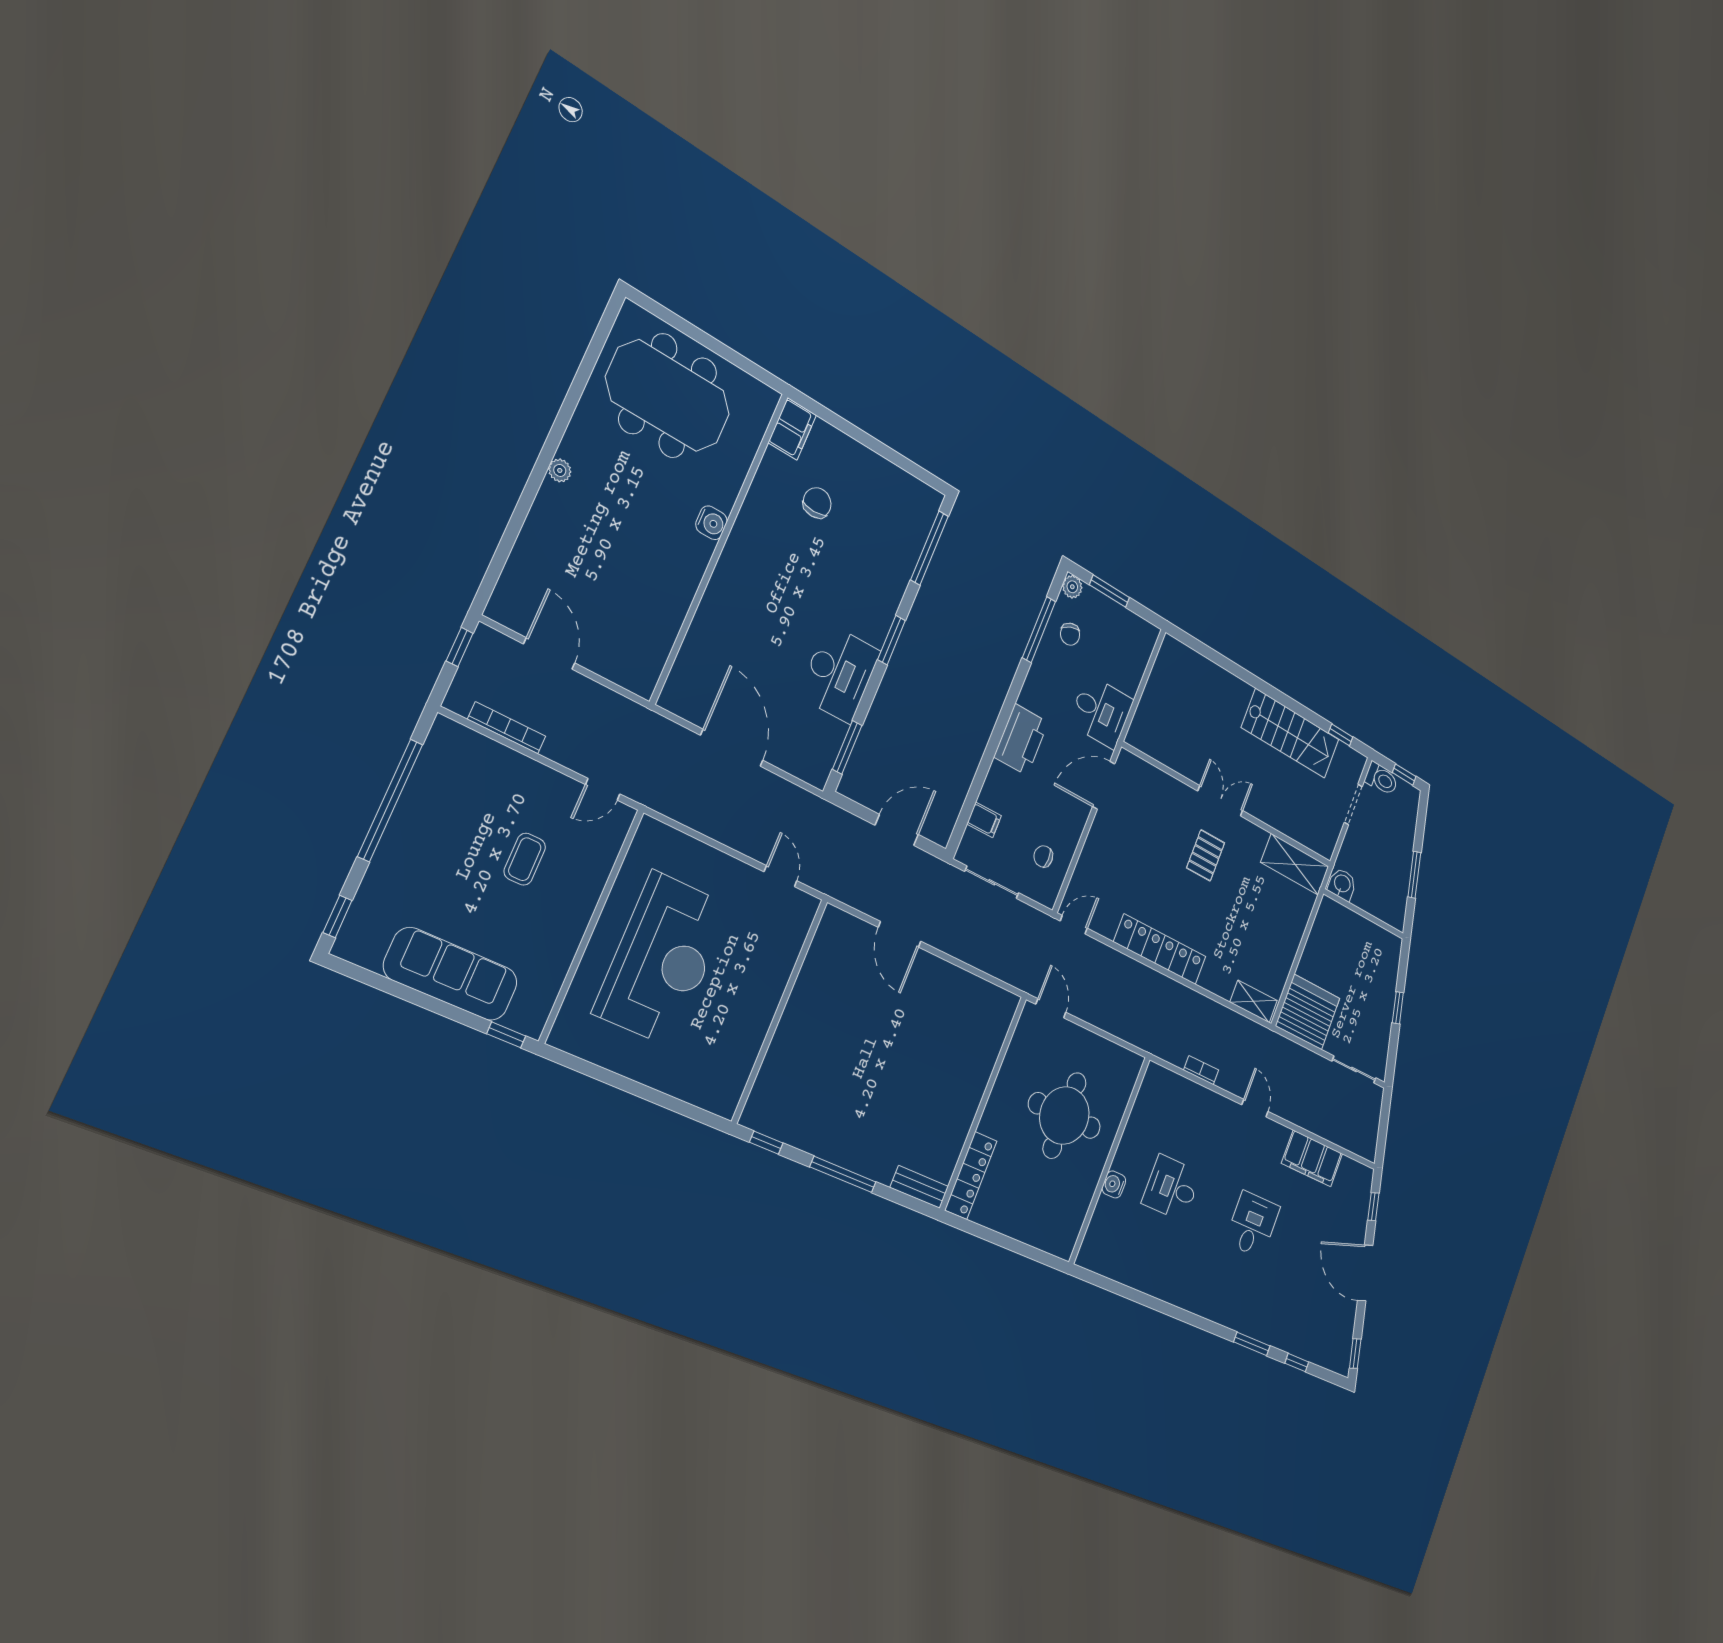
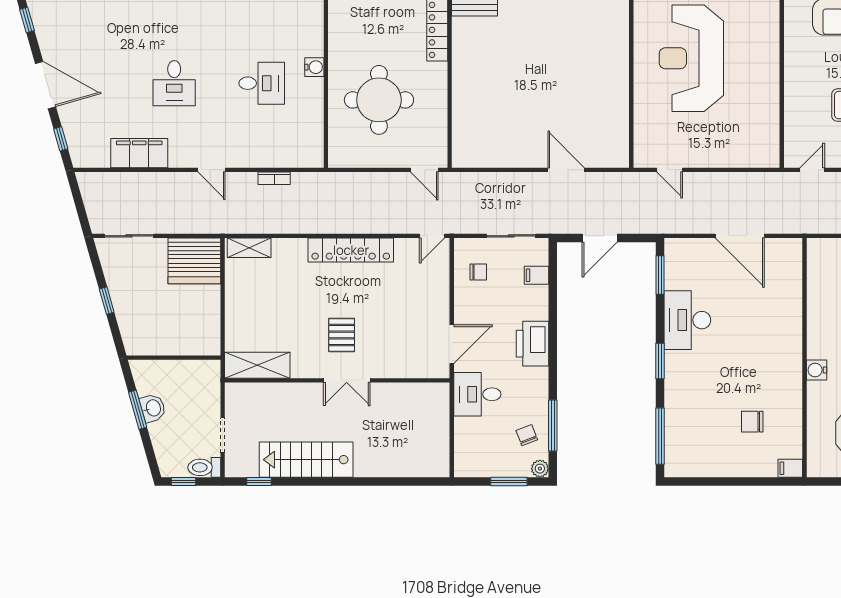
filing cabinet: (792, 429) -> (790, 468), width x0.50
chair: (817, 503) -> (752, 422), turned 90
washbasin: (1342, 884) -> (153, 408), moved, turned -106
reception desk: (662, 959) -> (691, 58), moved

